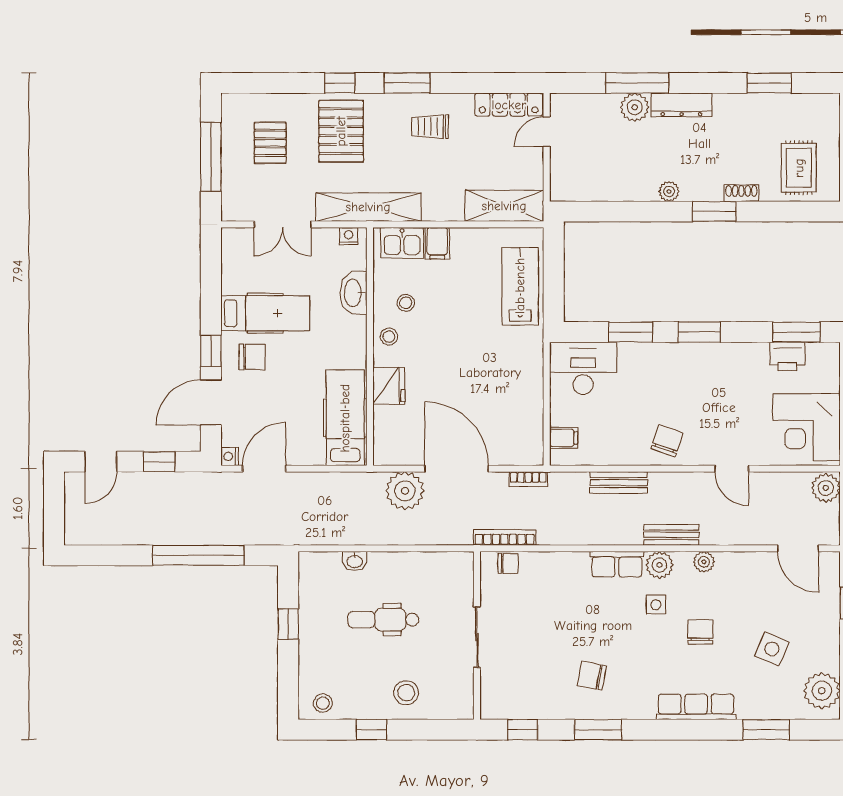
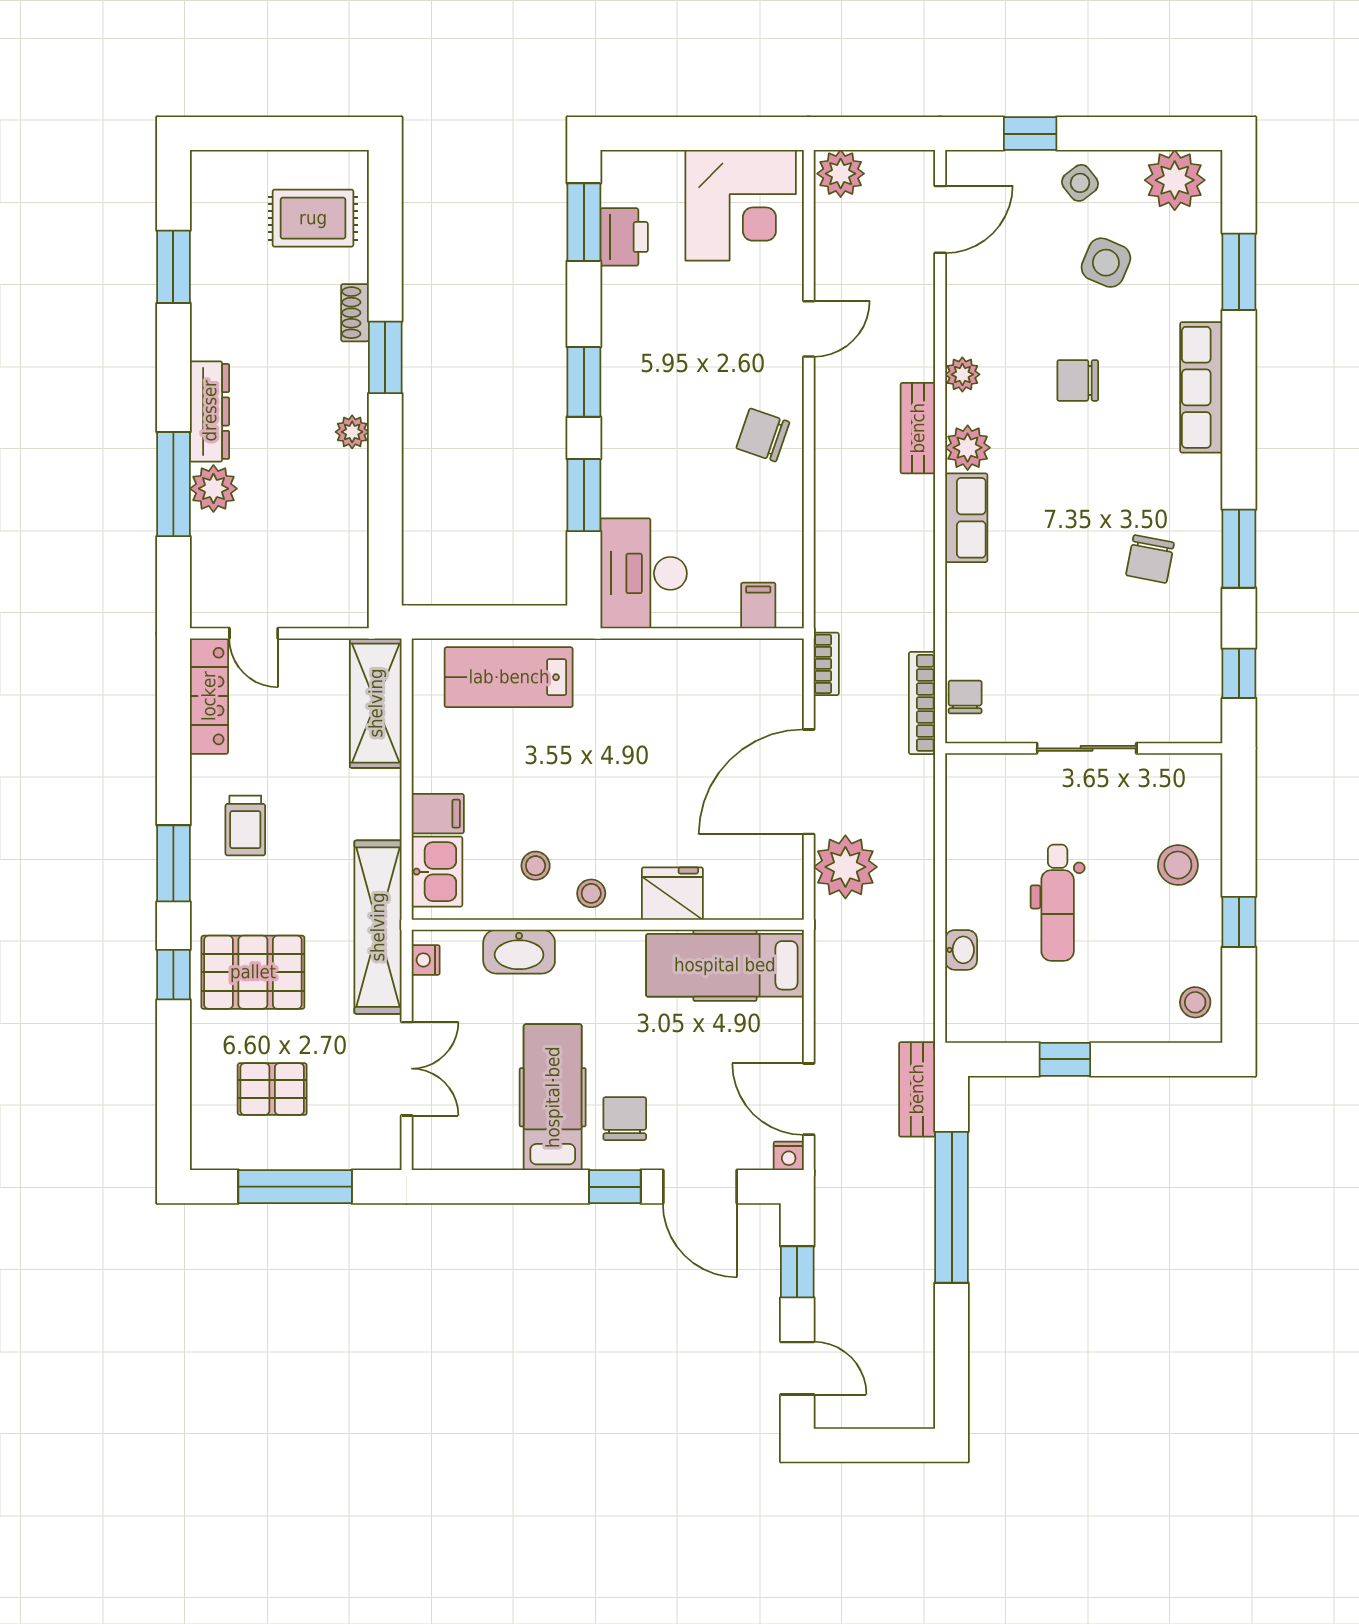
bench: (619, 483) -> (917, 1089), moved
side table: (656, 605) -> (1080, 183), moved, turned -38

